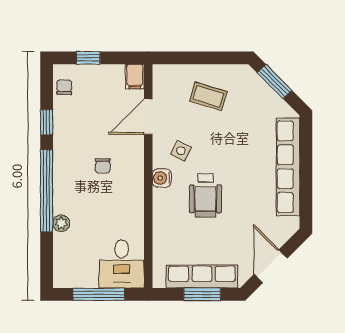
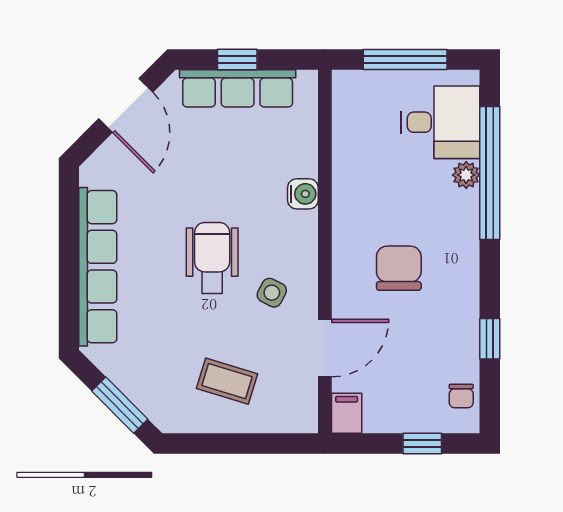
chair: (103, 166) -> (399, 268), width x1.87, depth x1.87
water cooler: (162, 178) -> (303, 194), moved
window: (47, 191) -> (490, 173), moved
wheelchair: (205, 195) -> (212, 258), moved
desk: (122, 264) -> (440, 122), moved, turned 90
window: (202, 294) -> (237, 60), width x0.67

